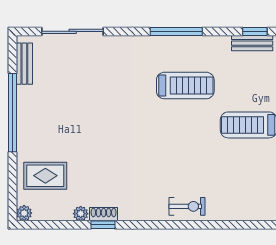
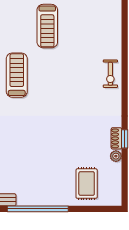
exercise bike: (187, 206) -> (110, 74), turned 180
plant: (24, 213) -> (115, 200), removed

